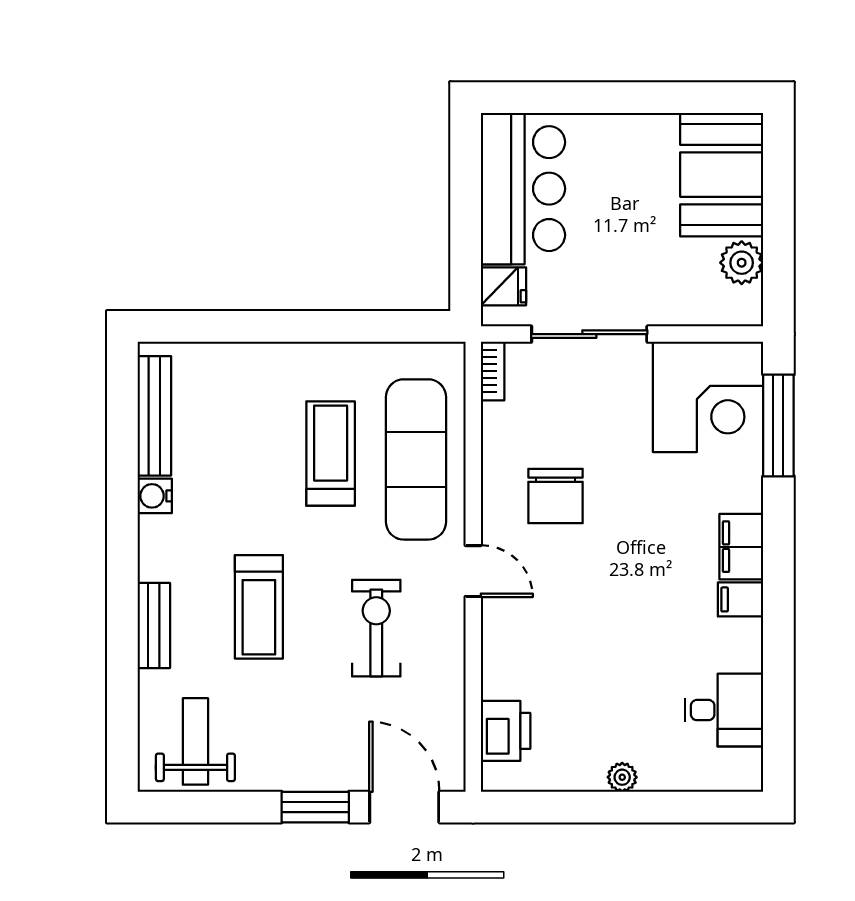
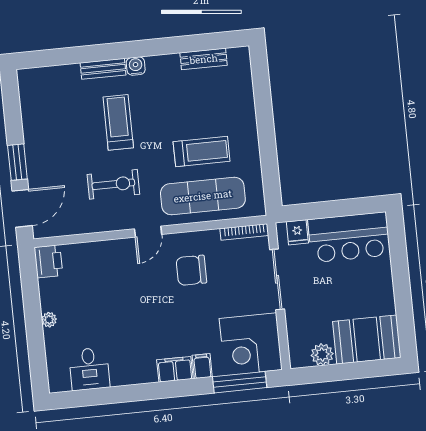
bookcase: (493, 371) -> (244, 232), width x1.56
bench: (154, 416) -> (204, 59), width x0.73
water cooler: (155, 496) -> (136, 66), moved
filing cabinet: (740, 599) -> (202, 366), moved
treadmill: (259, 607) -> (118, 122), turned 90
printer: (506, 731) -> (48, 261), moved, turned -90
weight bench: (195, 741) -> (45, 97), removed

